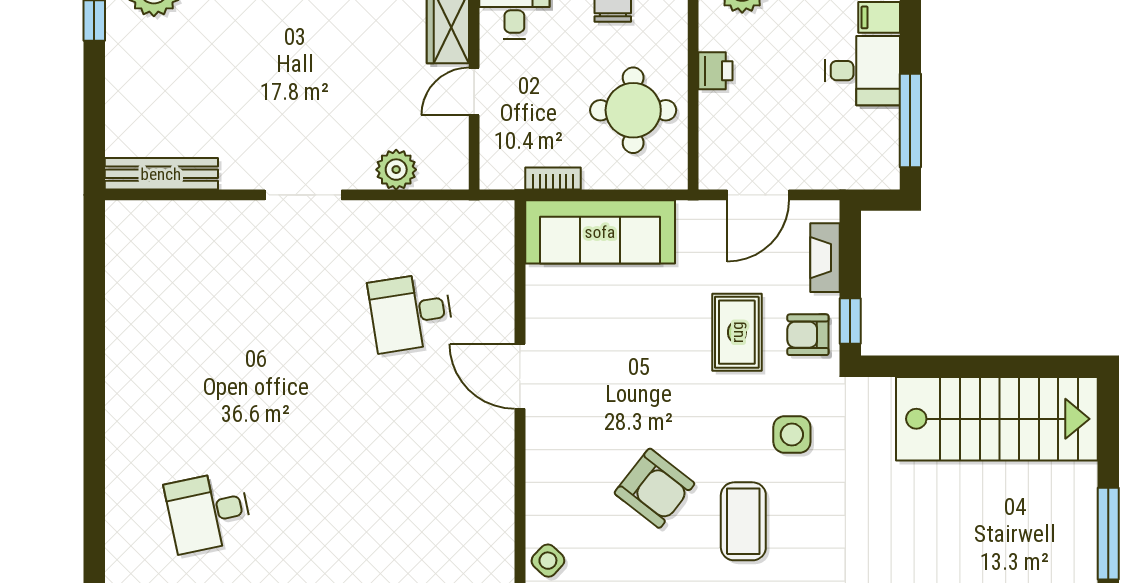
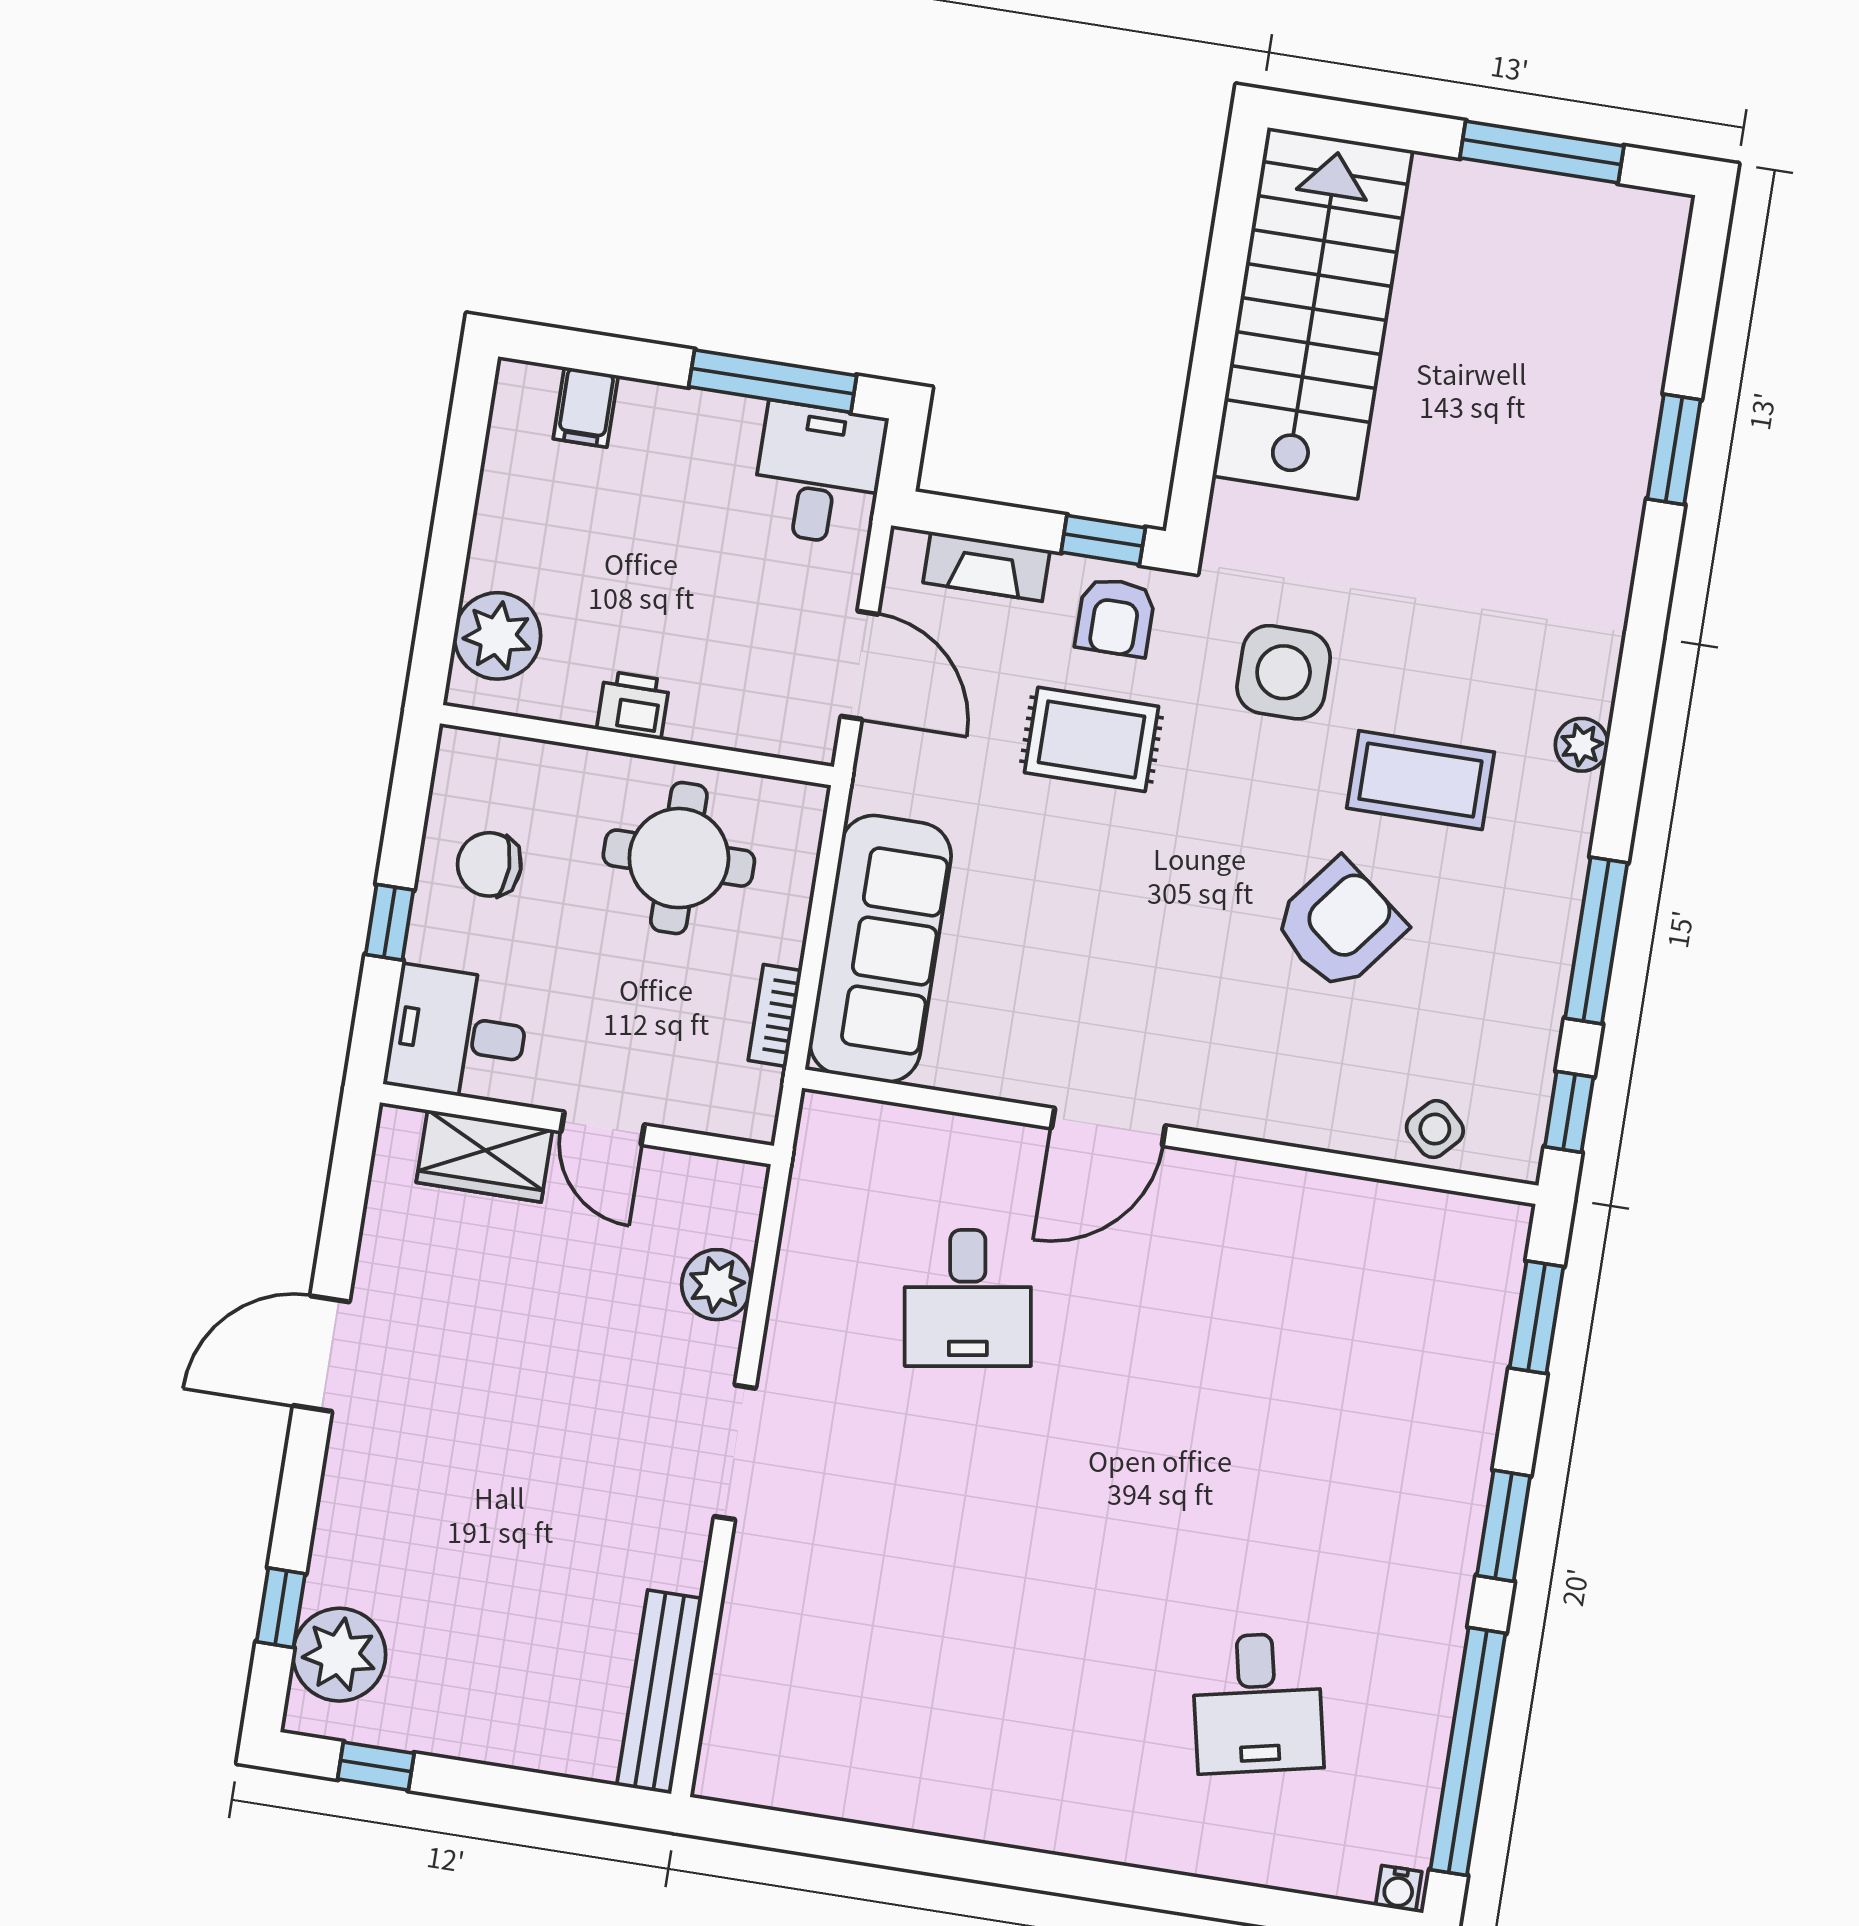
desk: (862, 71) -> (819, 474), moved
side table: (792, 434) -> (1284, 672), width x1.37, depth x1.37

